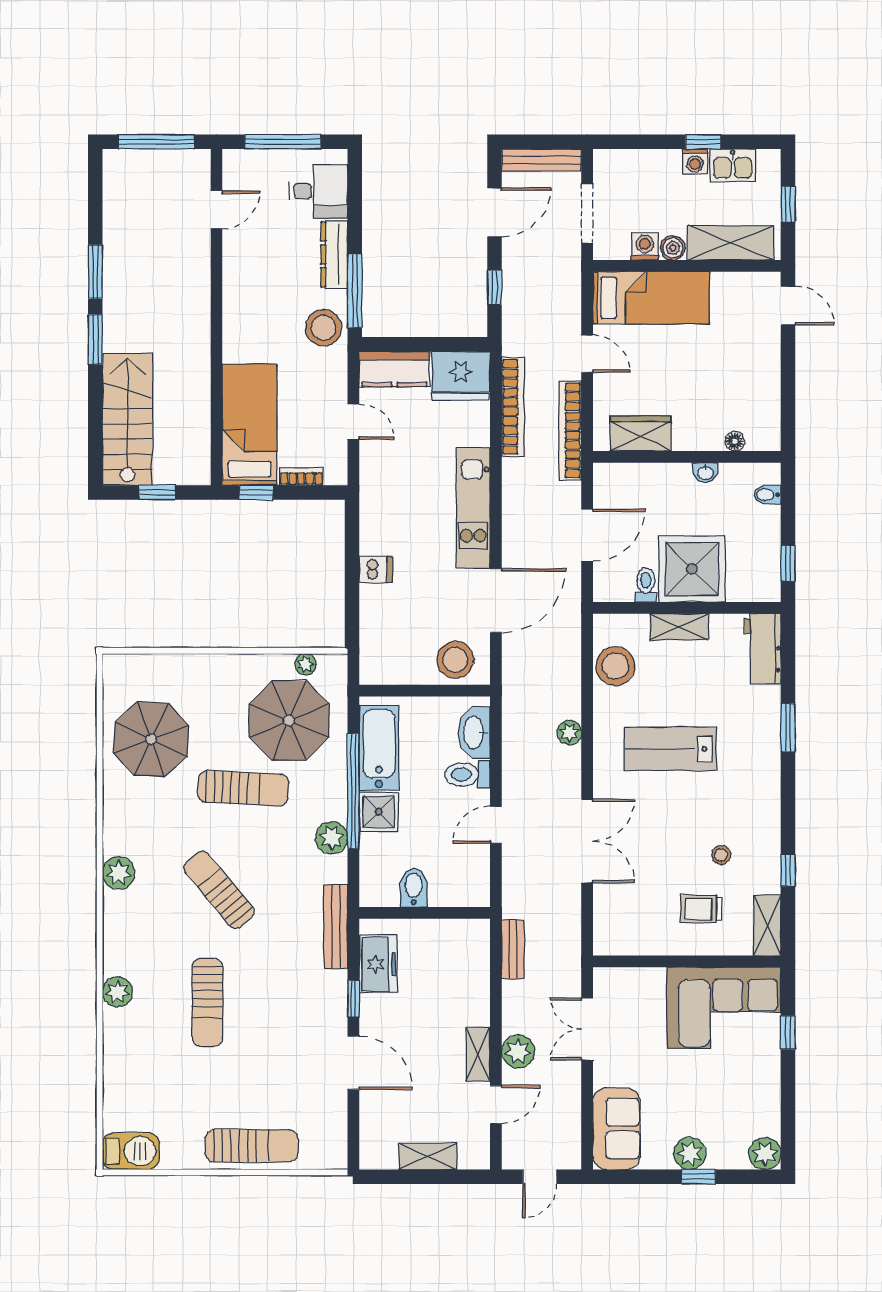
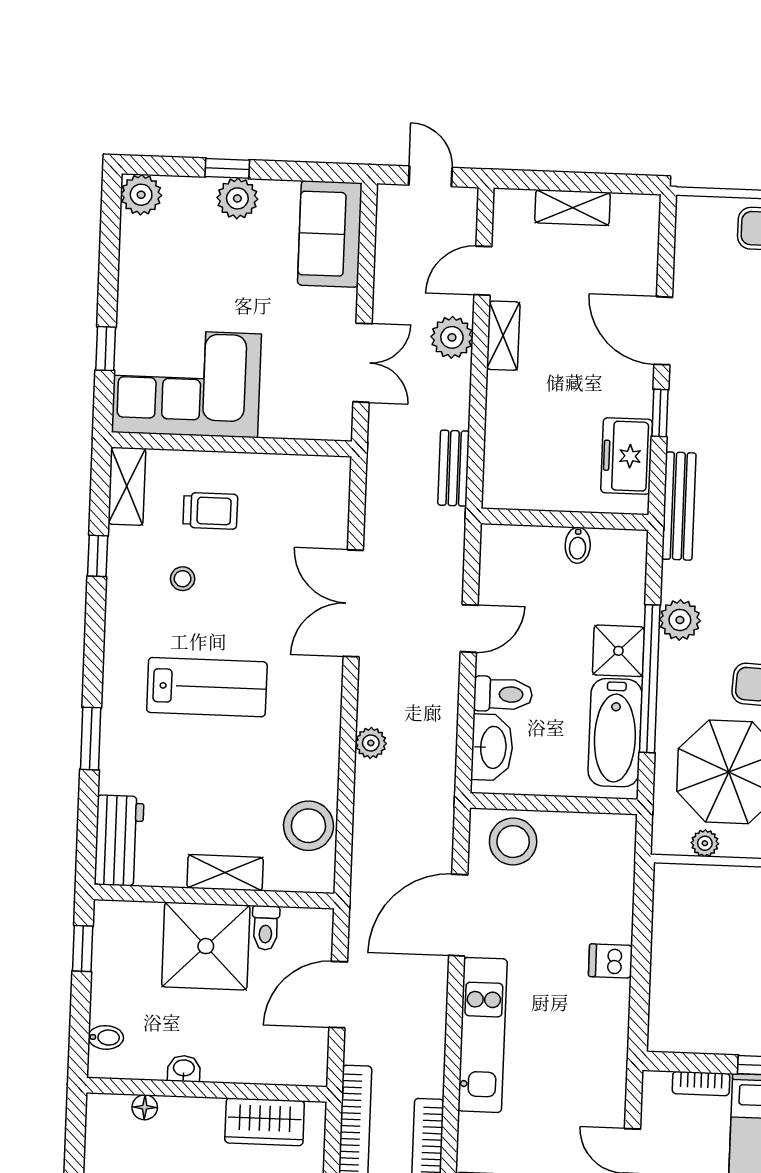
lab bench: (670, 749) -> (207, 687), moved
bidet: (414, 888) -> (578, 545), width x0.72, depth x0.74
door: (540, 1177) -> (430, 176), hinge flipped

